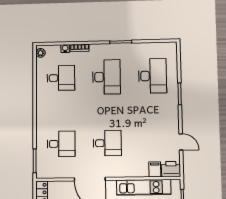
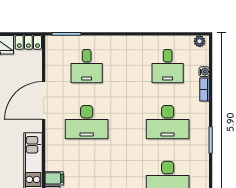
desk: (107, 143) -> (87, 122), width x1.37

